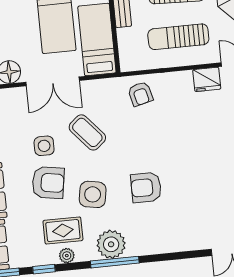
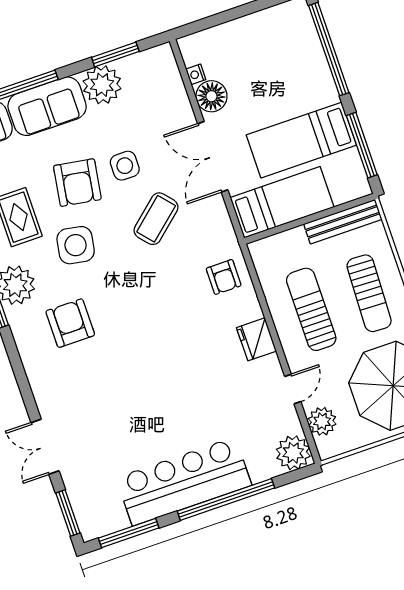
fridge: (207, 79) -> (256, 339), moved
armchair: (140, 94) -> (224, 277), turned -76
armchair: (146, 187) -> (70, 323), moved

